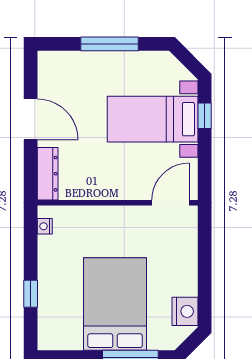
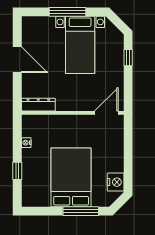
bed with nightstands: (153, 119) -> (80, 45), moved, turned -90
dresser: (48, 174) -> (38, 105), moved, turned -90
nightstand: (45, 226) -> (26, 143), moved

